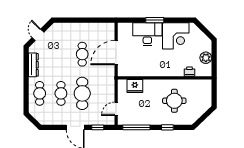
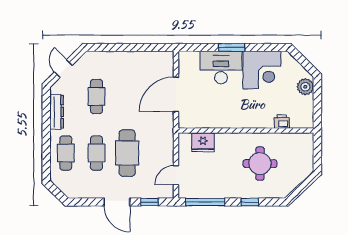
cafe table: (82, 54) -> (96, 96), moved
plant: (206, 58) -> (305, 87), moved

